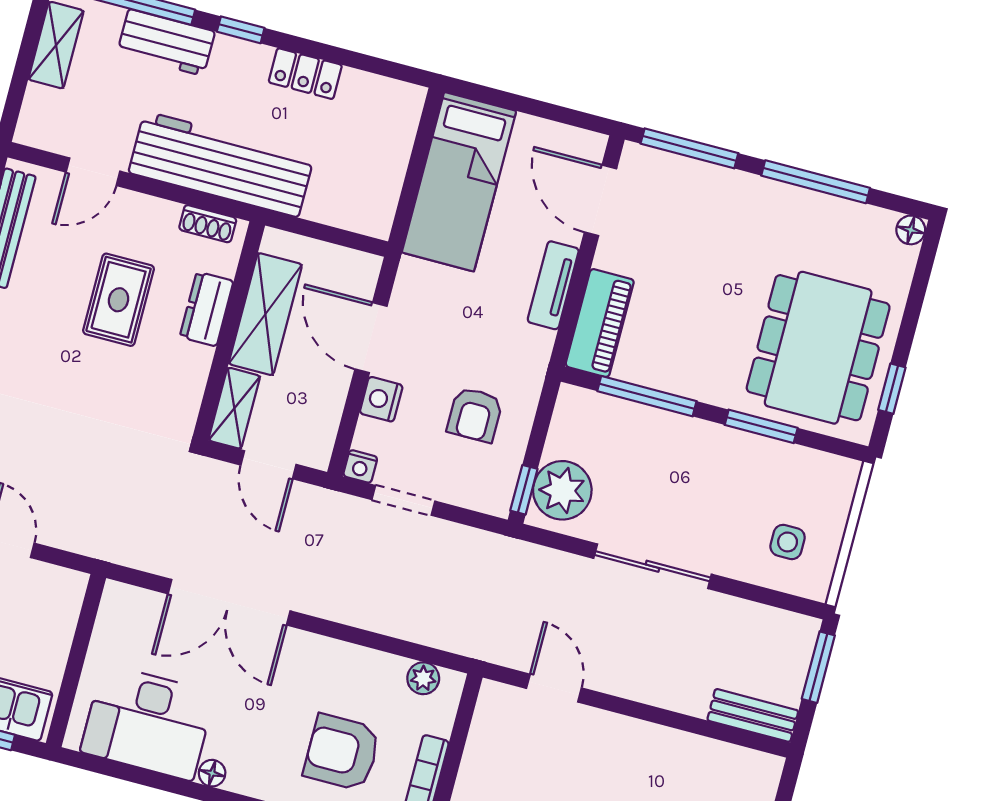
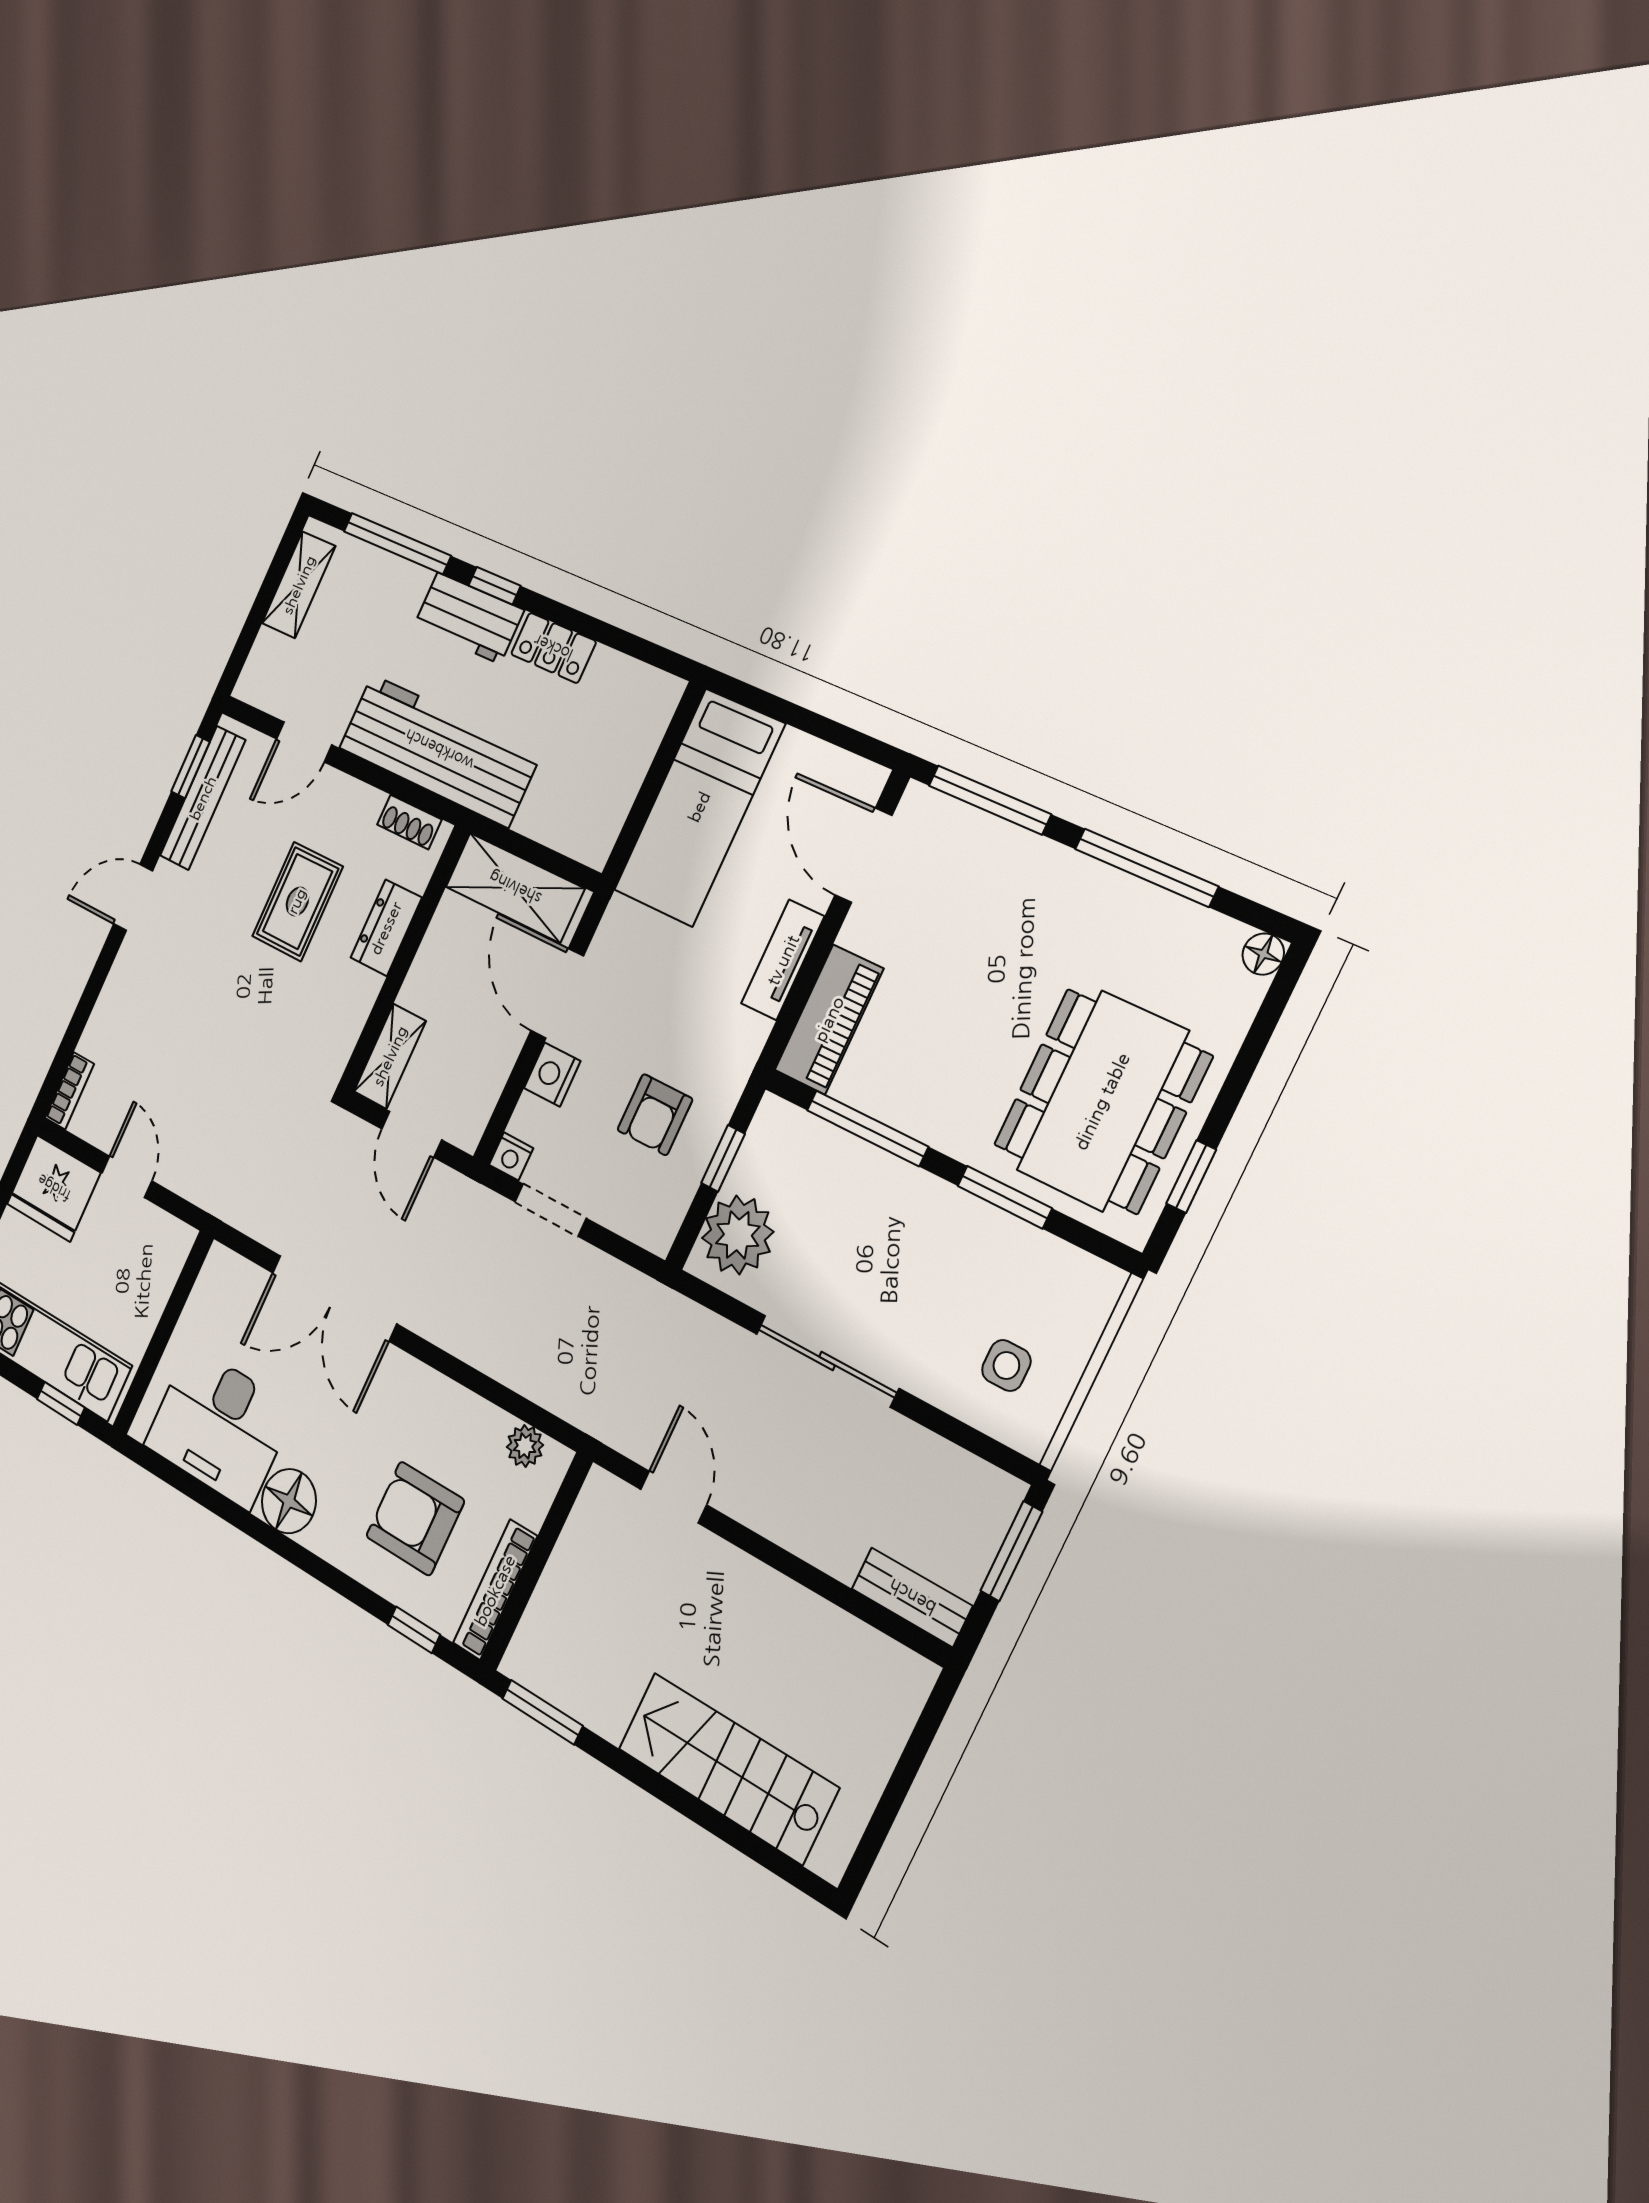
workbench: (166, 42) -> (469, 618), moved
shelving: (265, 314) -> (515, 888), moved, turned 90
window: (524, 490) -> (723, 1158), moved
floor lamp: (212, 773) -> (289, 1501), width x1.89, depth x1.89

